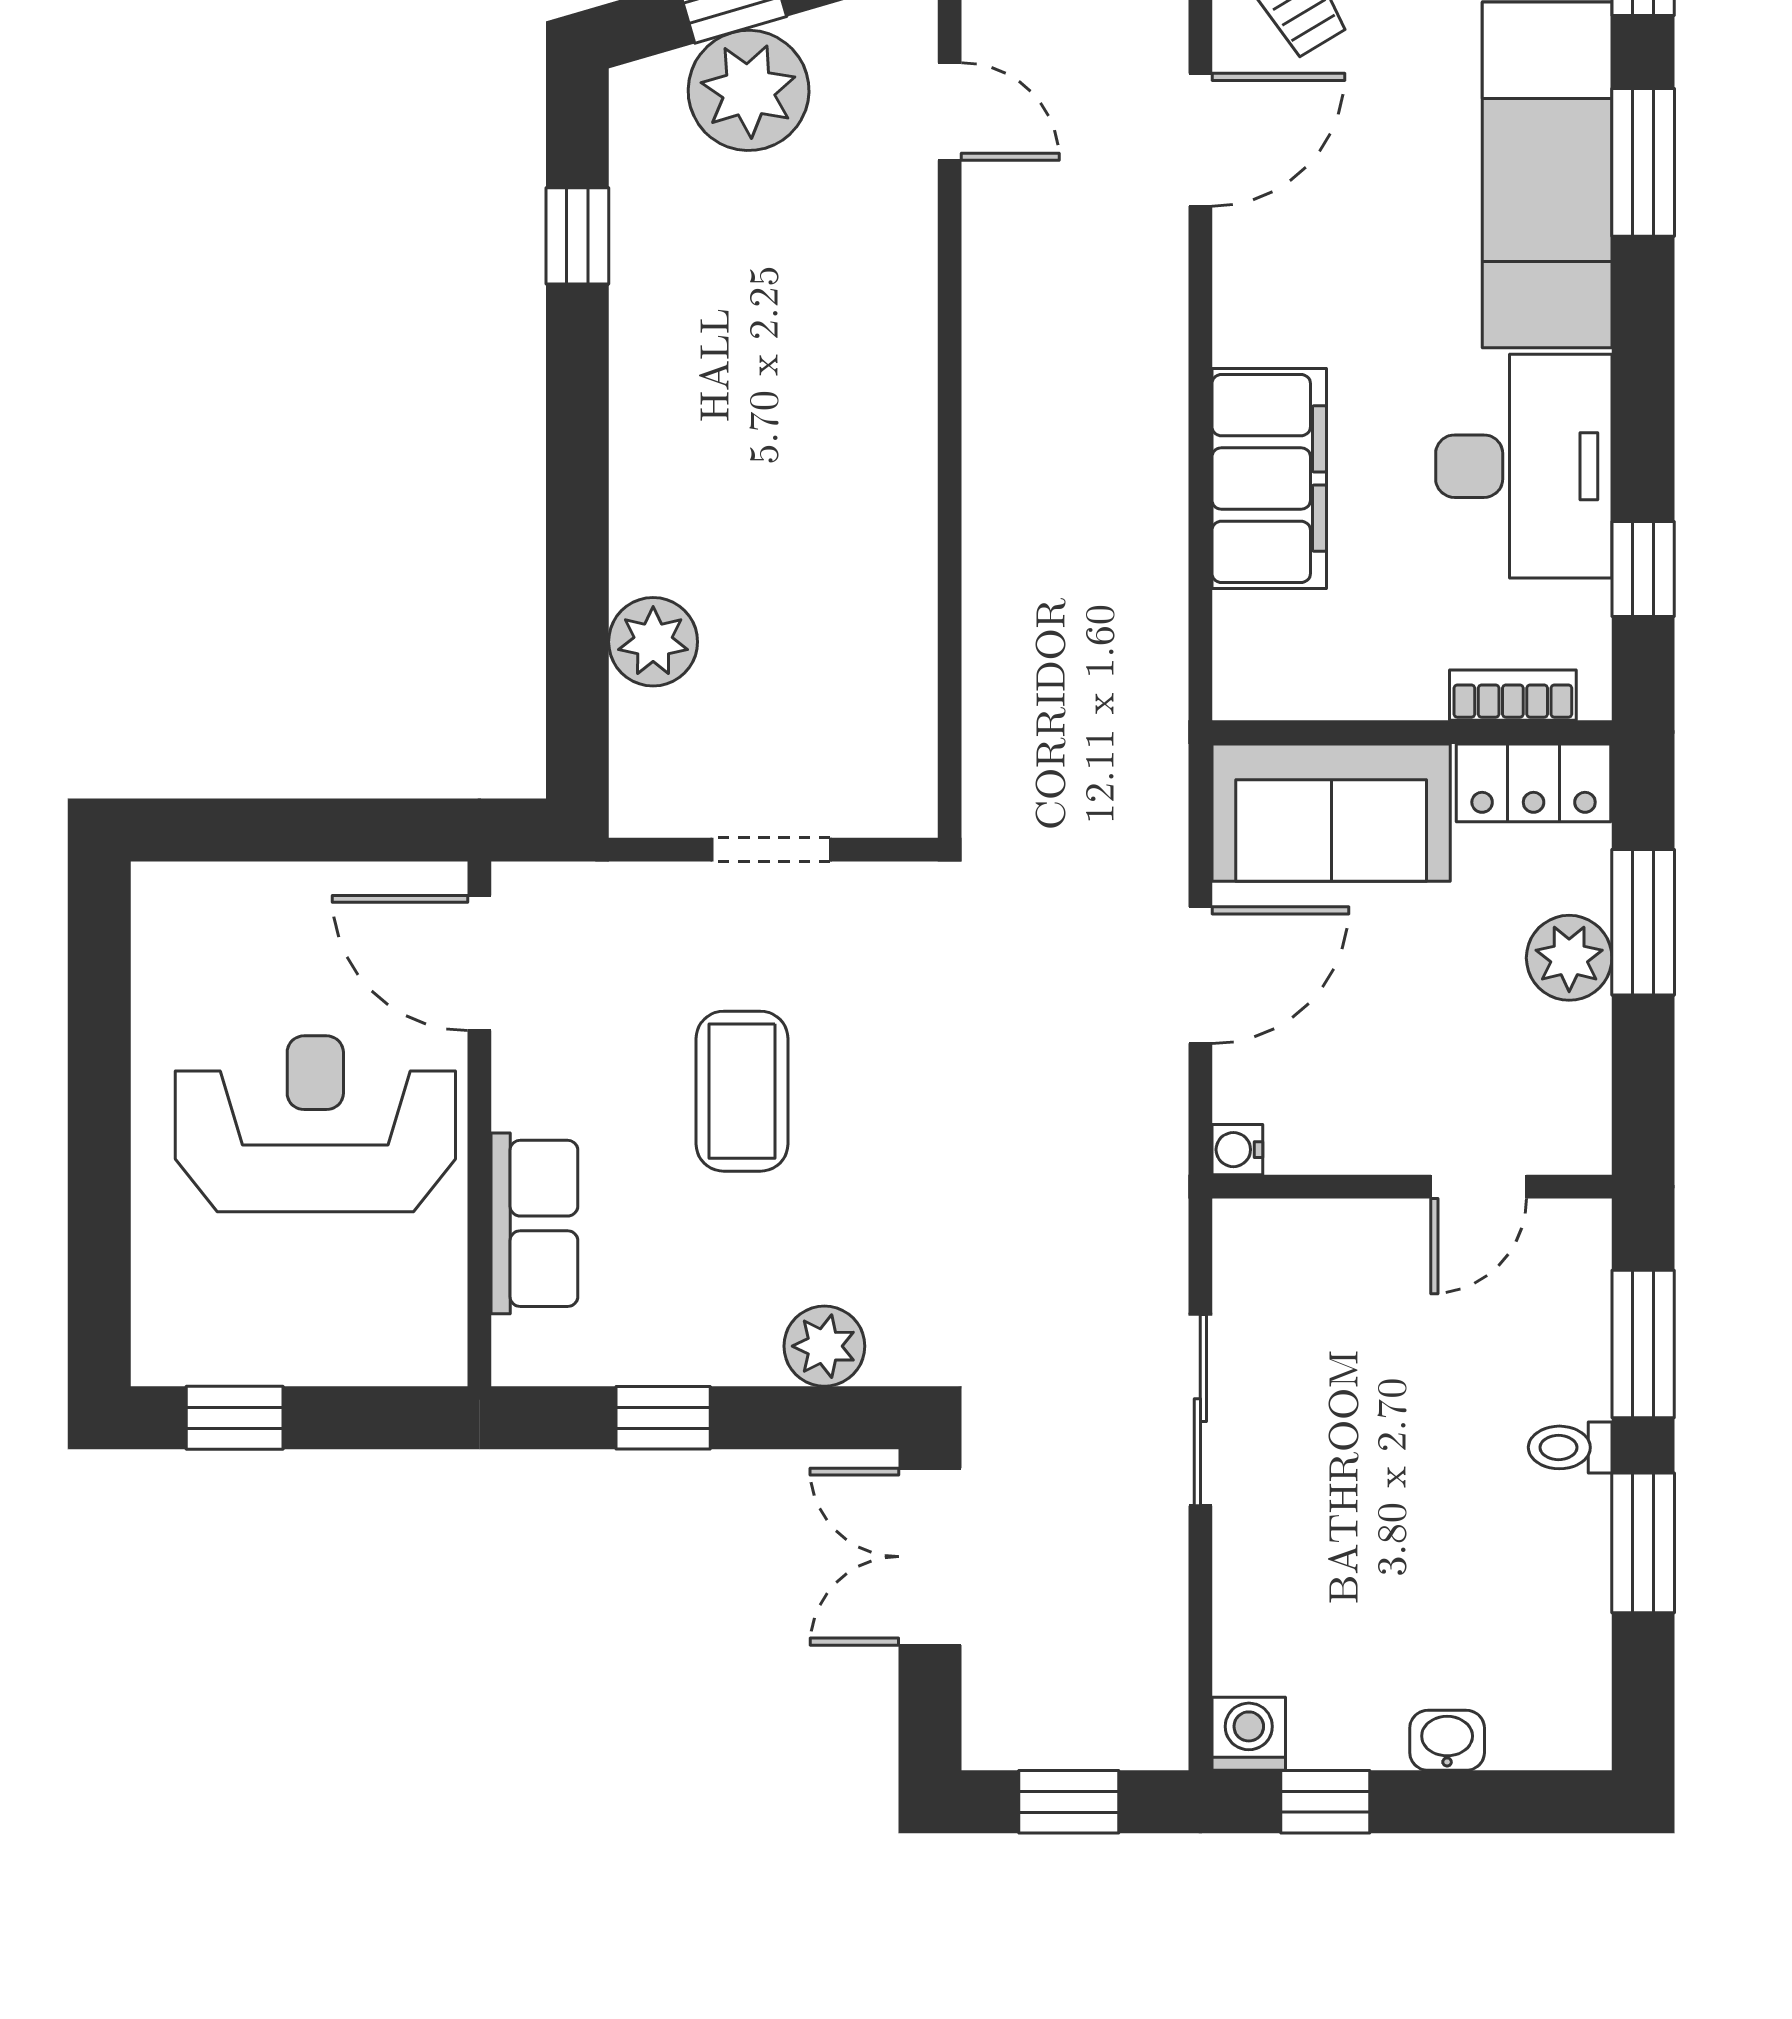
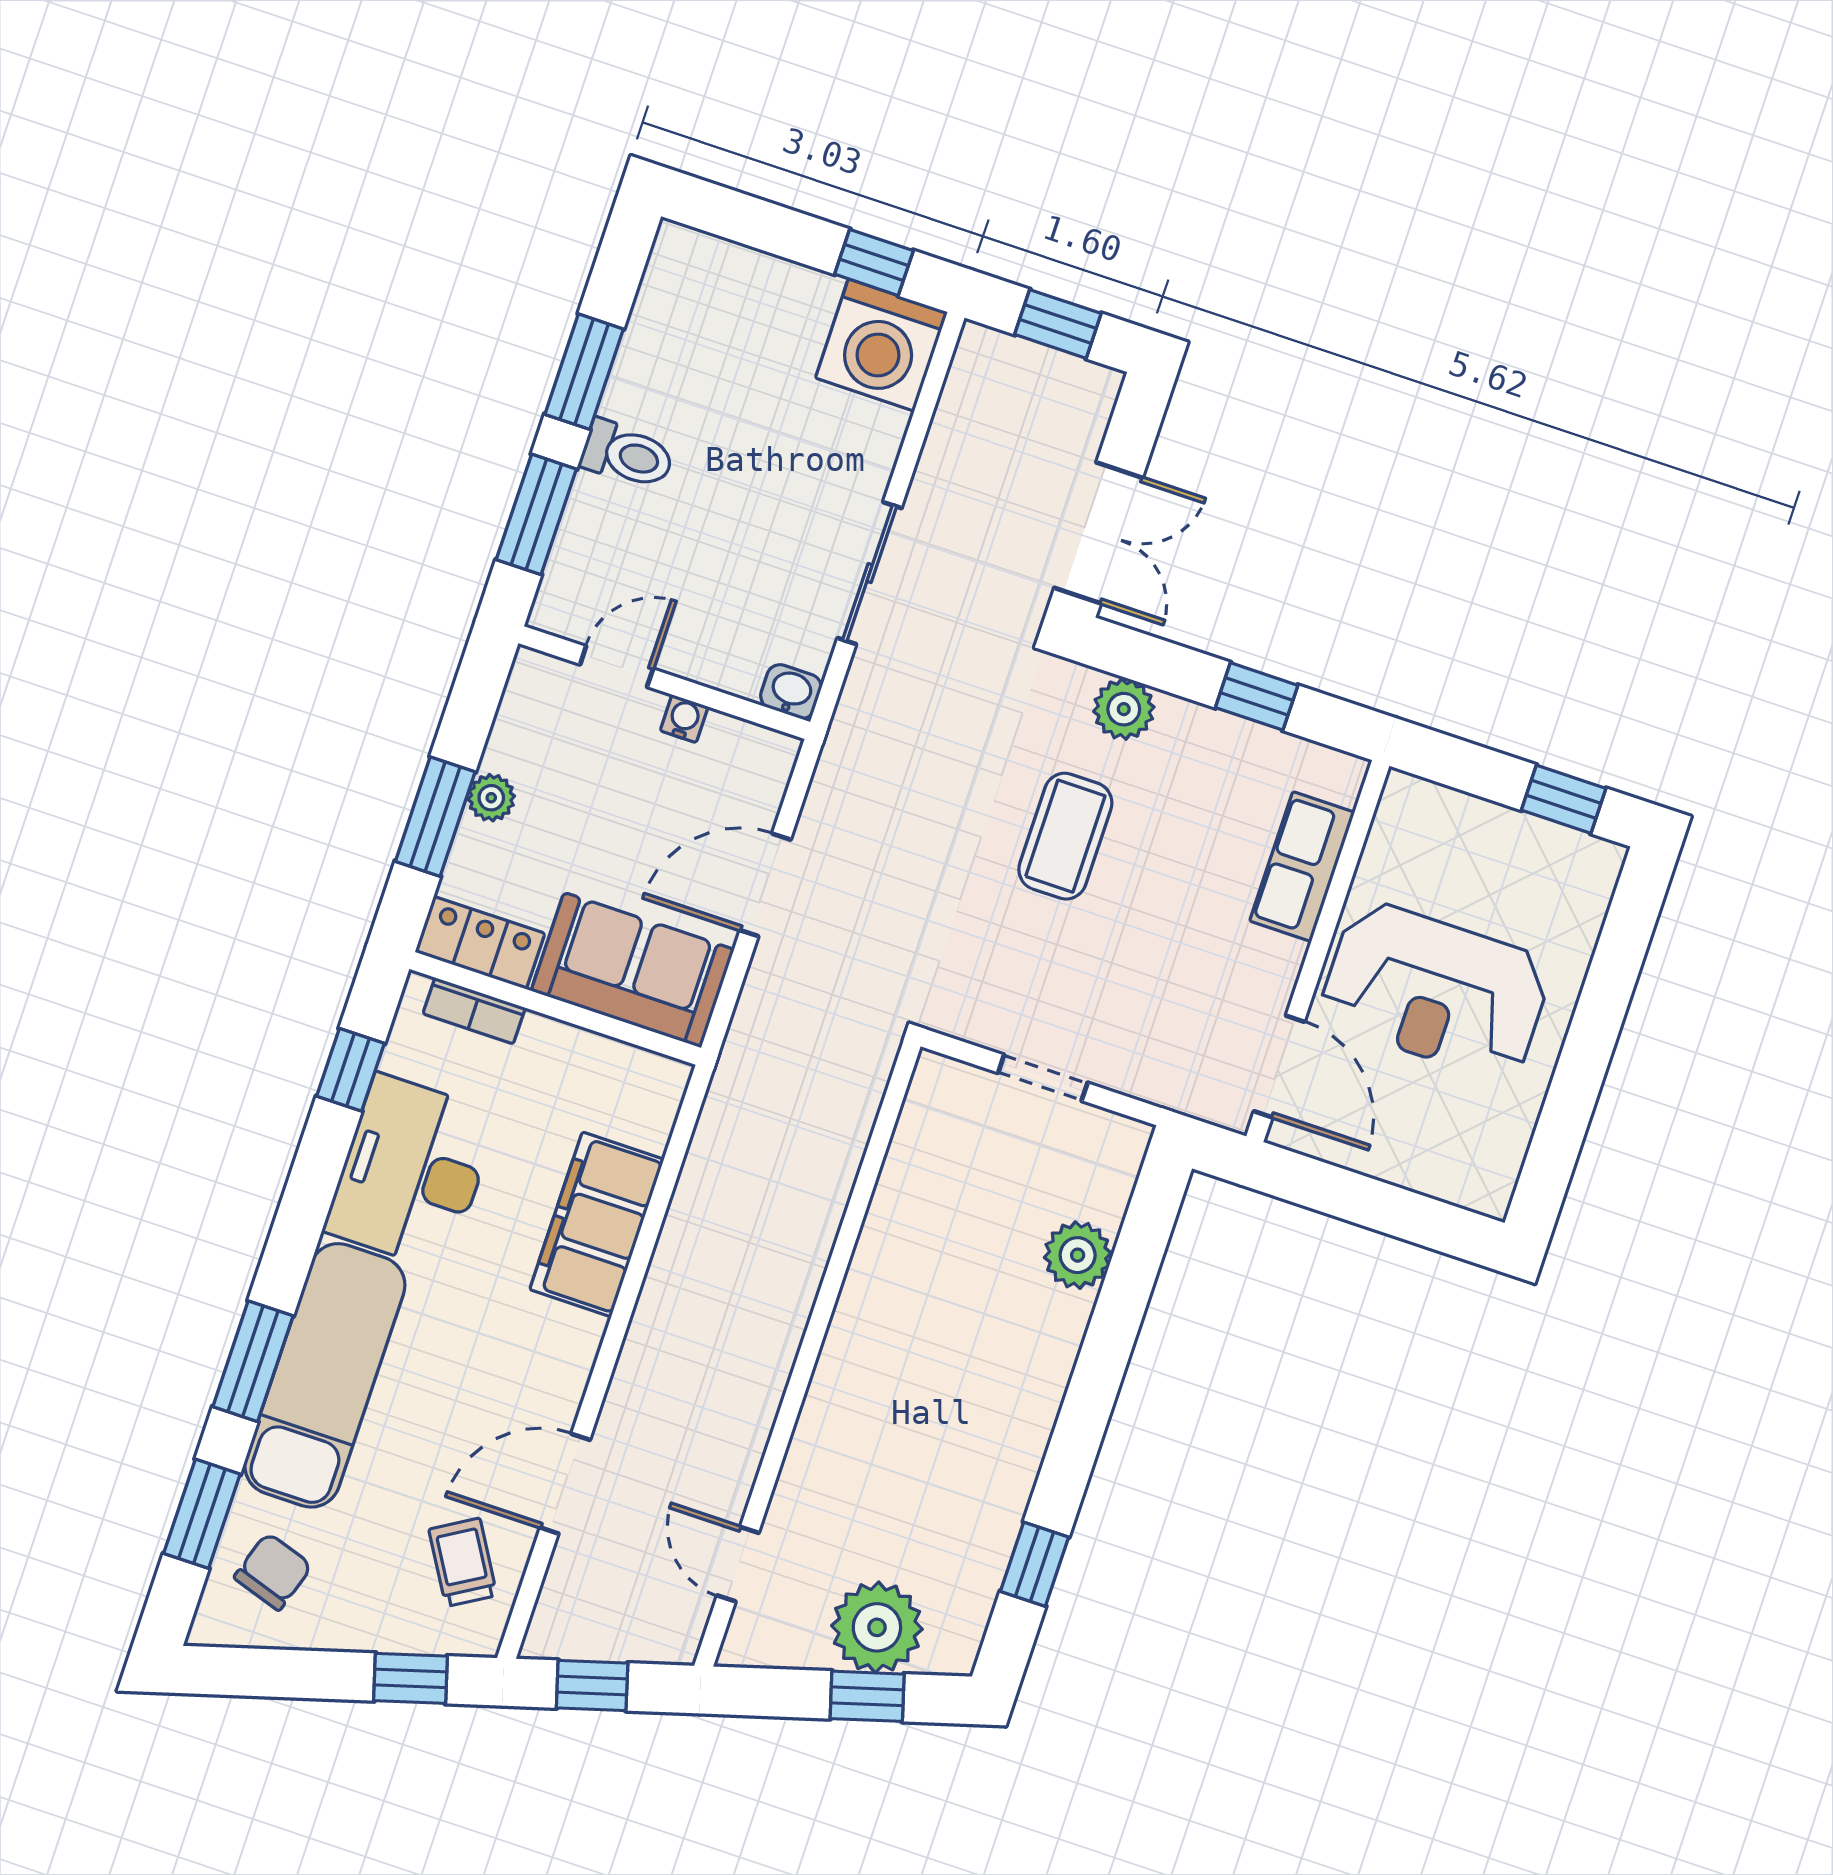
plant: (1569, 958) -> (491, 798), width x0.73, depth x0.73
coffee table: (742, 1091) -> (1065, 836), moved
water cooler: (1237, 1150) -> (684, 719), moved, turned -90
toilet: (1570, 1447) -> (627, 455), width x1.37, depth x1.39
washing machine: (1249, 1734) -> (881, 345), width x1.89, depth x1.89
washbasin: (1447, 1740) -> (791, 692), moved, turned 180

